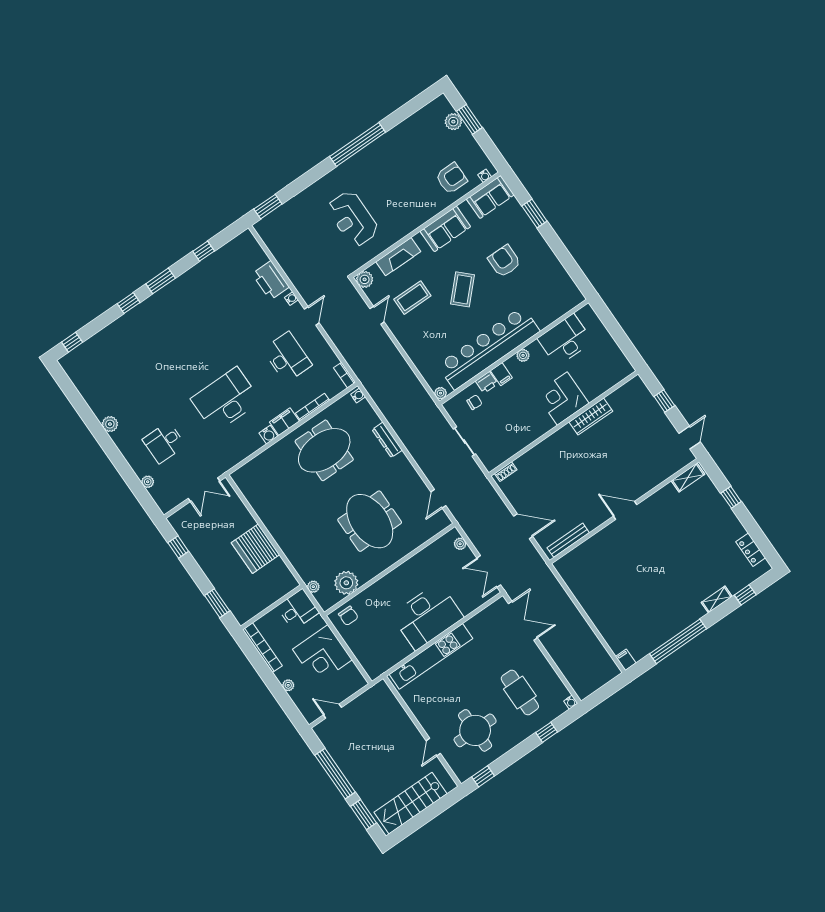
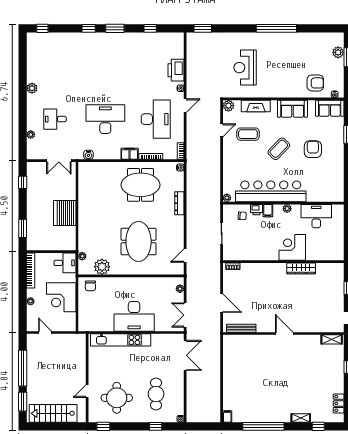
desk: (287, 357) -> (156, 119), width x1.36, depth x1.30
water cooler: (268, 435) -> (88, 155), moved

